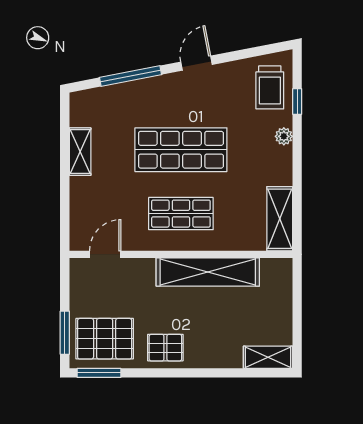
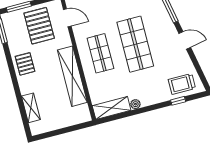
plant: (284, 136) -> (135, 104), moved
pallet: (105, 339) -> (39, 26), moved
shelving: (268, 357) -> (31, 108), moved

